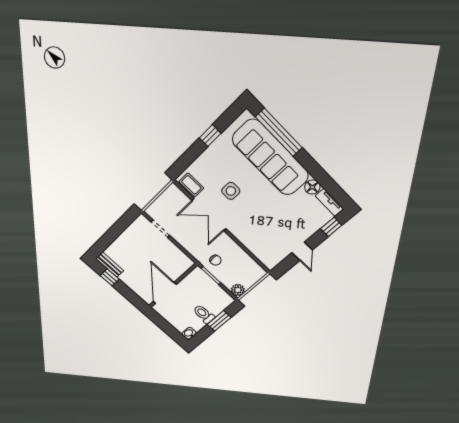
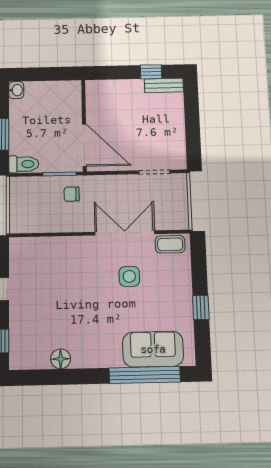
sofa: (271, 158) -> (153, 349), width x0.54, depth x0.79
tv unit: (329, 202) -> (29, 362), removed
plant: (238, 290) -> (18, 186), removed
door: (165, 293) -> (84, 145), moved
toilet: (204, 314) -> (24, 164), moved

